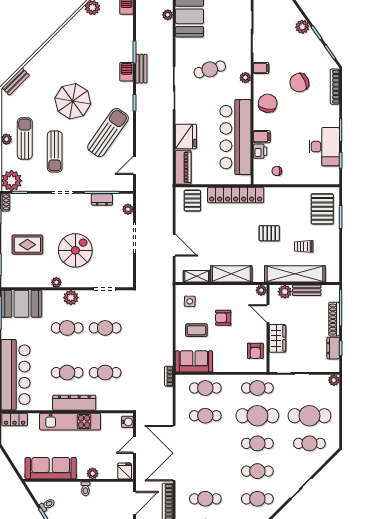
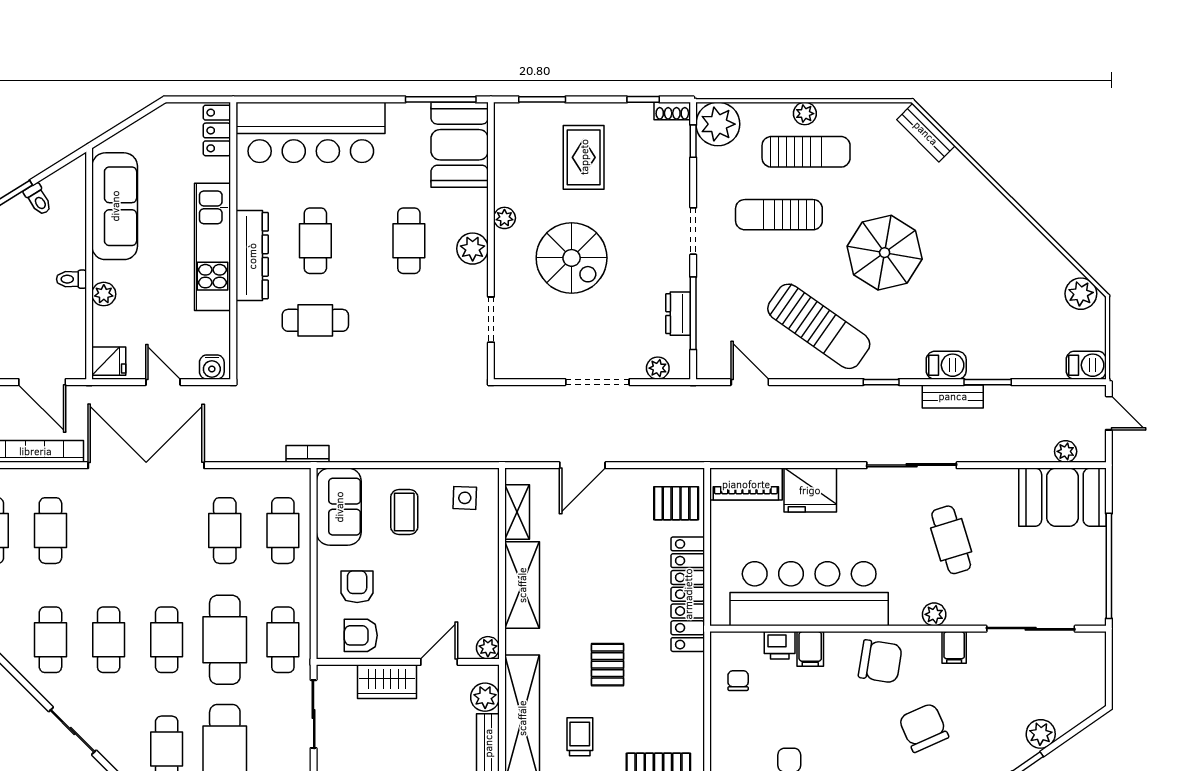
armchair: (223, 318) -> (357, 587), moved
cafe table: (105, 328) -> (409, 320), removed
cafe table: (105, 373) -> (315, 320), turned 90

